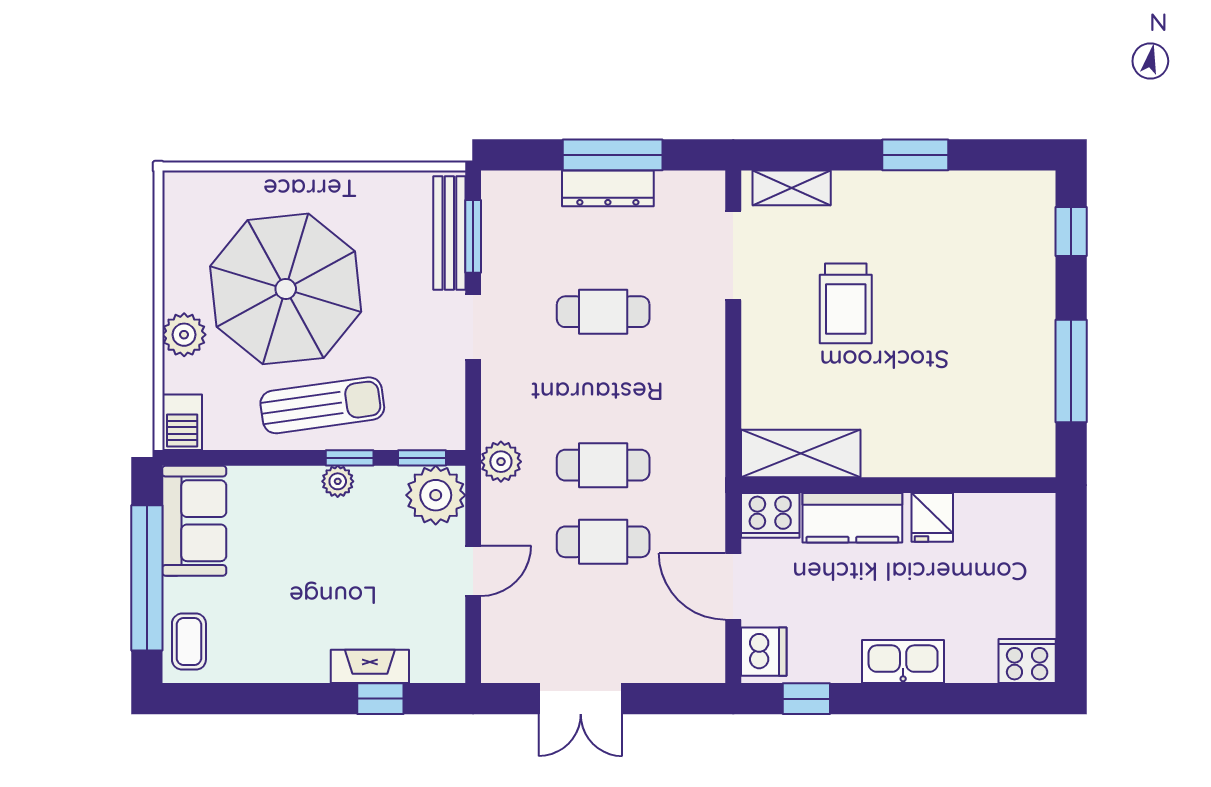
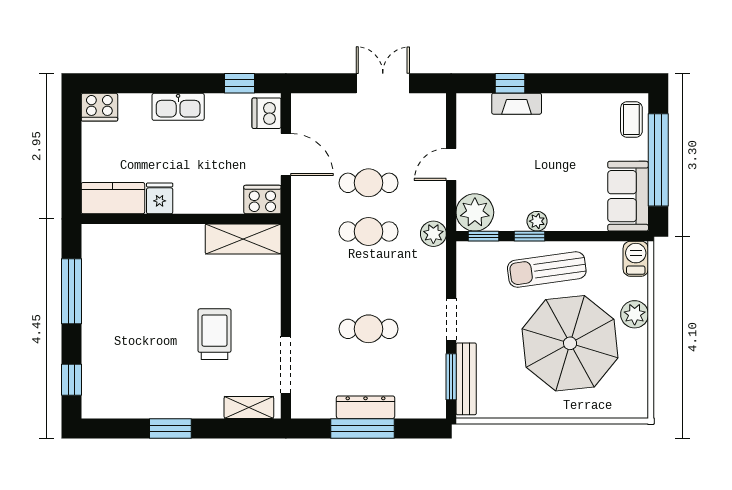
kitchen counter: (852, 518) -> (113, 198), moved

